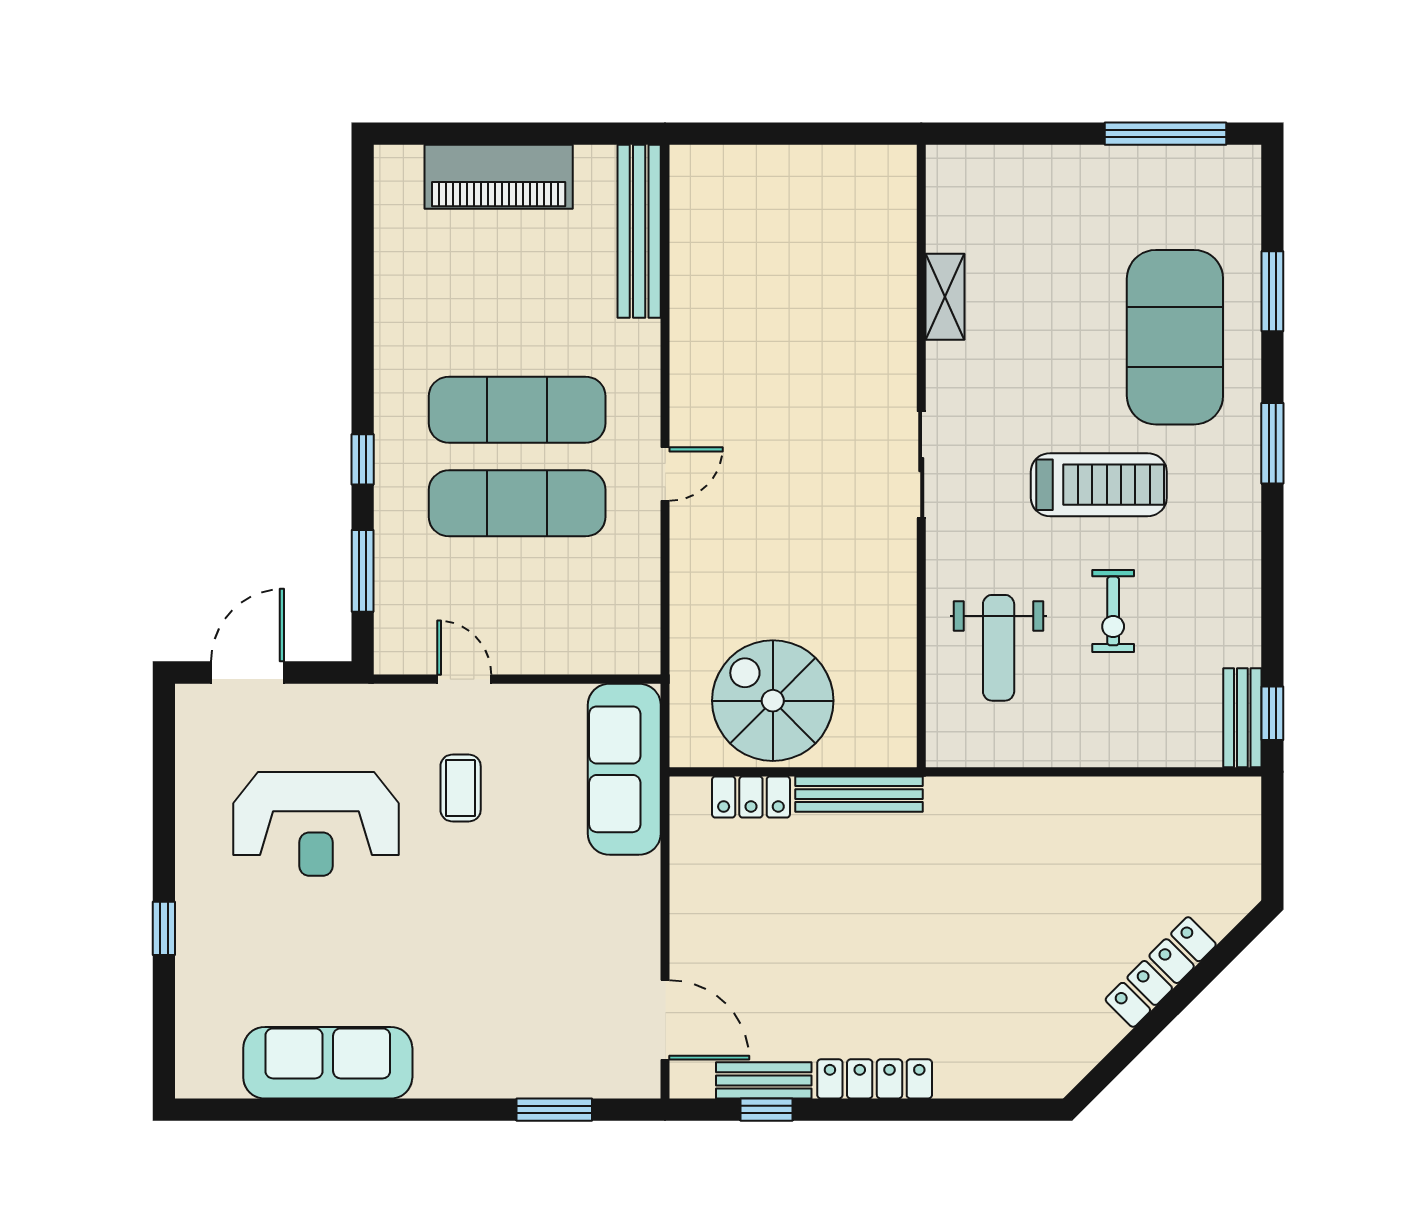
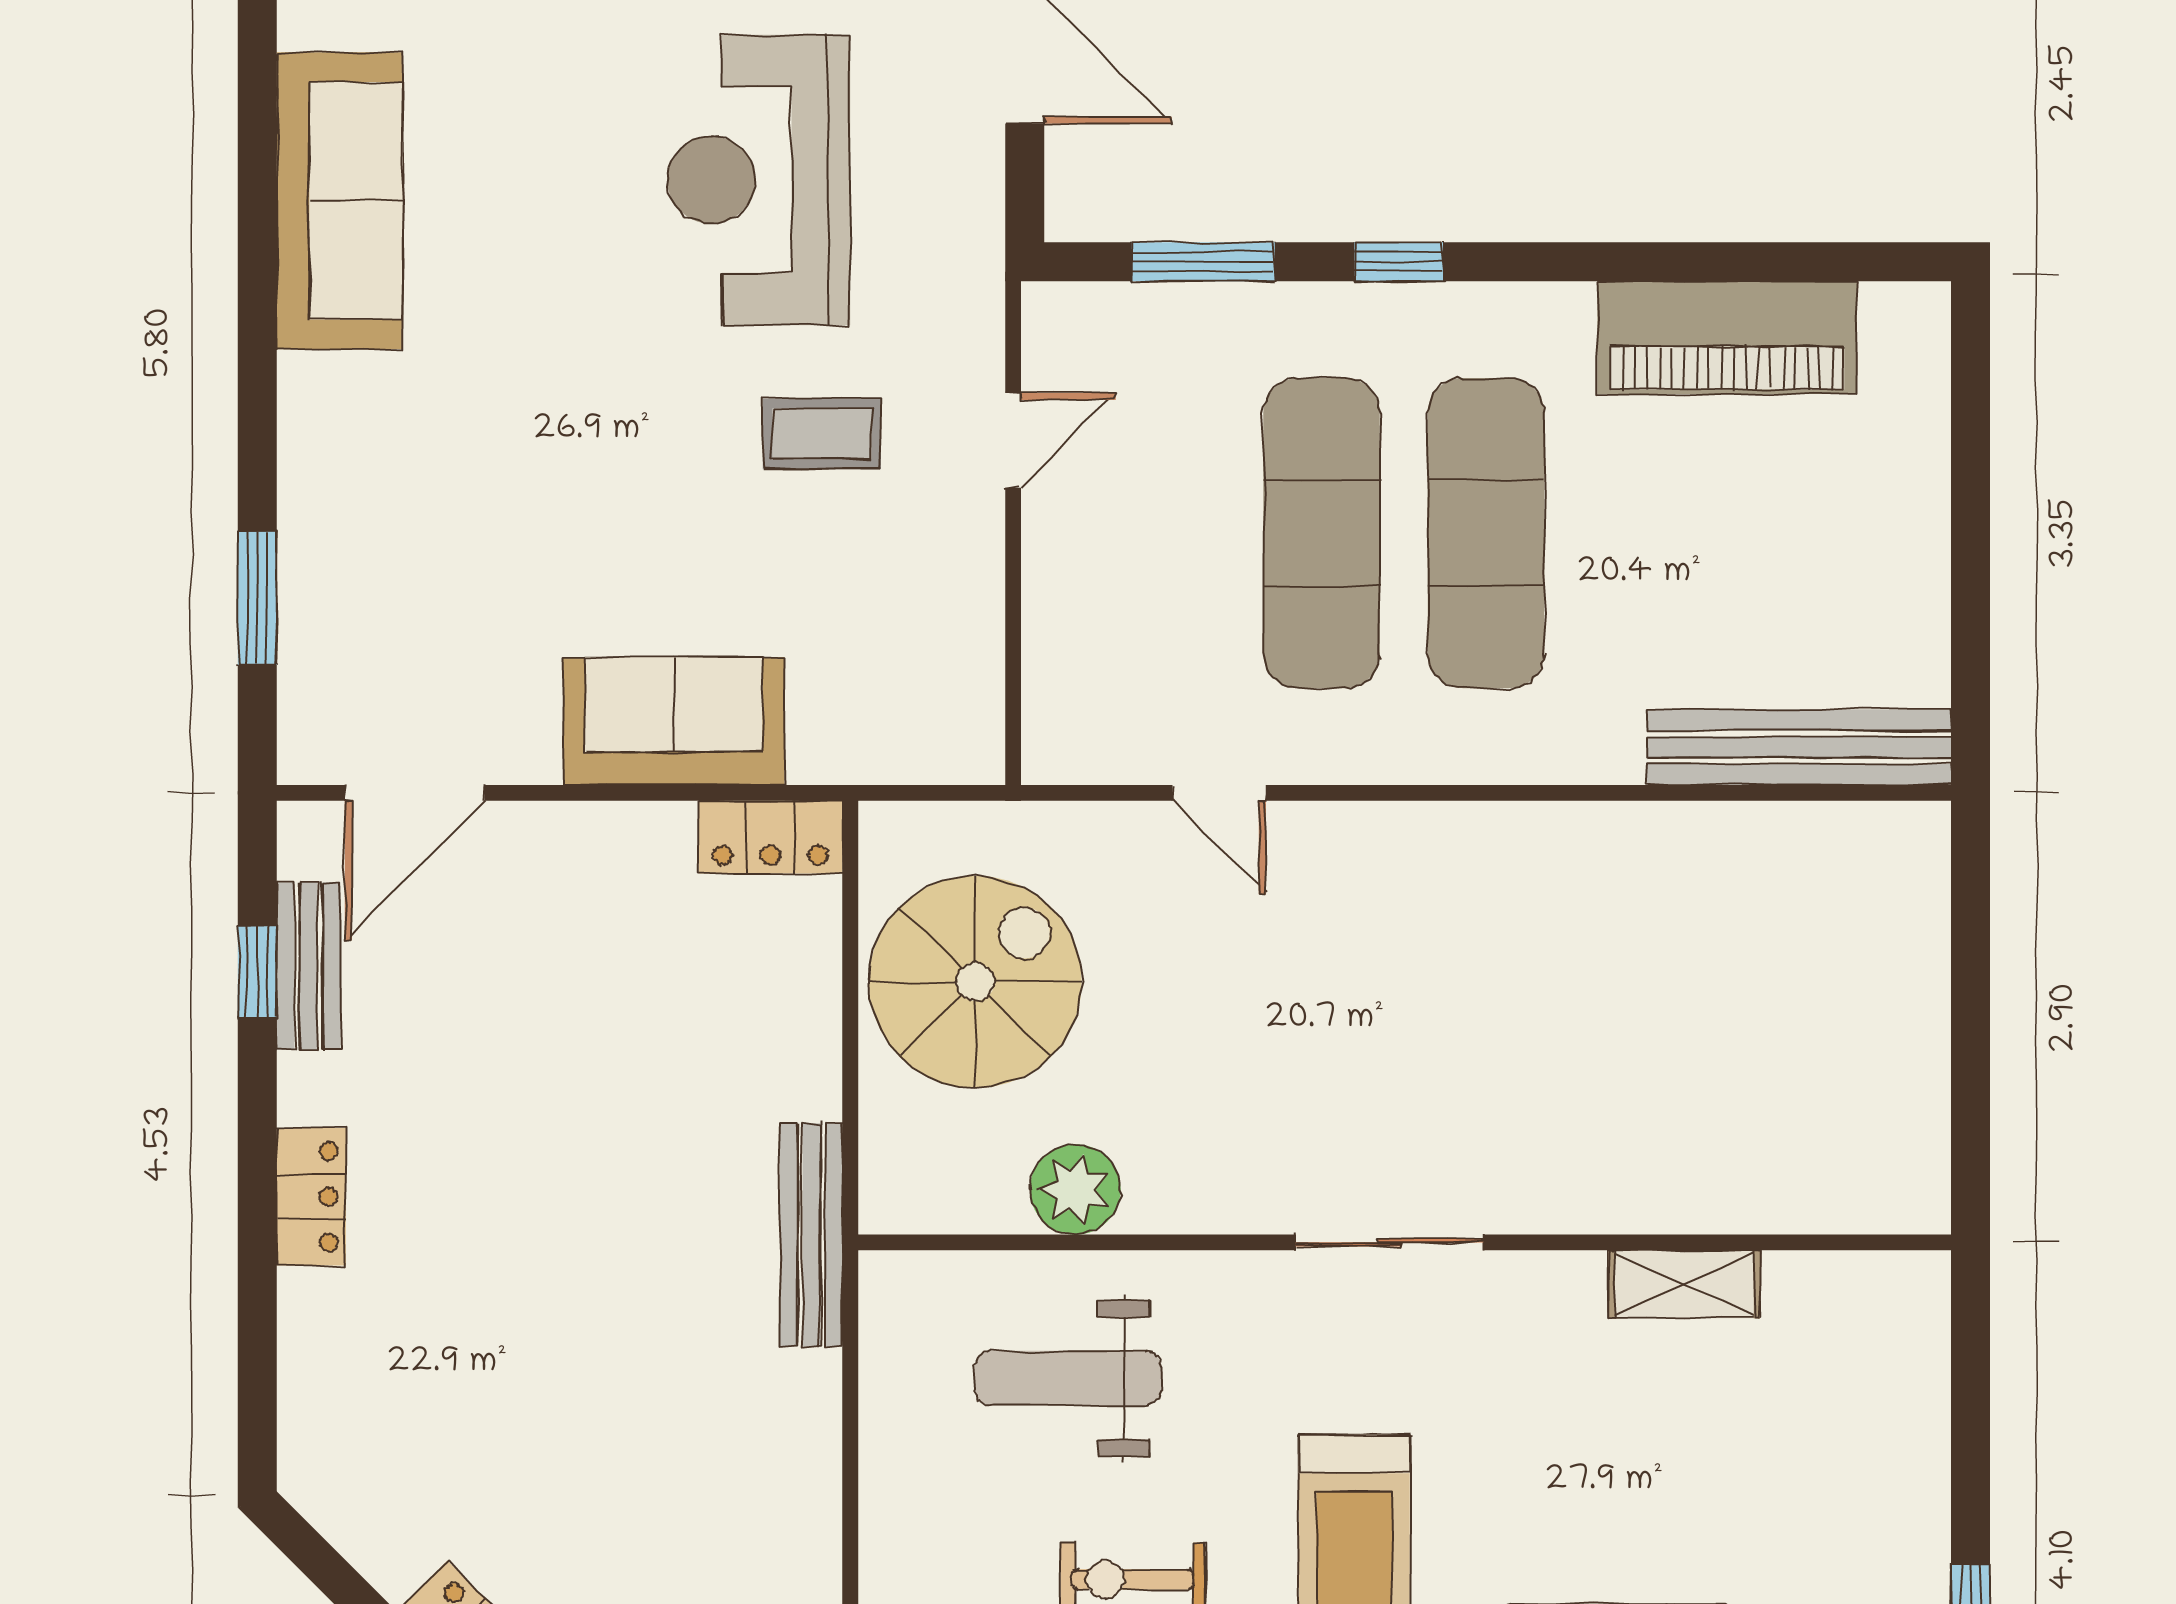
piano: (499, 177) -> (1727, 338), moved, turned -90
door: (665, 474) -> (1219, 793), moved
plant: (891, 644) -> (1075, 1189), added
sofa: (624, 769) -> (674, 721), moved, width x0.73
bench: (859, 794) -> (811, 1235), moved
locker: (751, 797) -> (771, 837), moved, turned -90
locker: (875, 1079) -> (311, 1197), width x0.66

